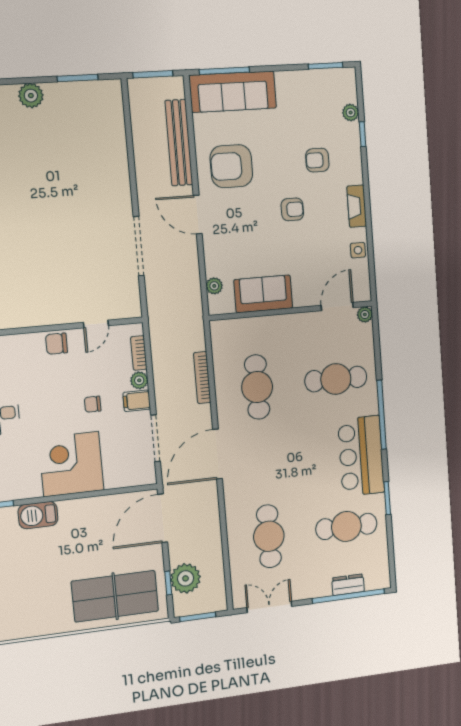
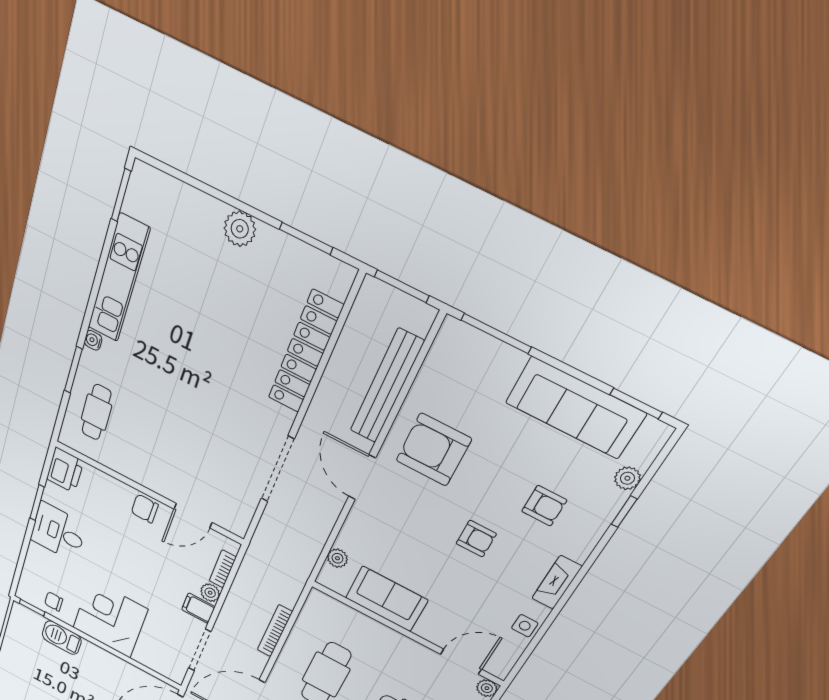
sofa: (233, 92) -> (575, 408), moved
locker: (115, 151) -> (305, 352), added
armchair: (317, 160) -> (544, 506), turned 180
door: (96, 324) -> (193, 516), width x1.38
chair: (93, 404) -> (54, 601), moved

